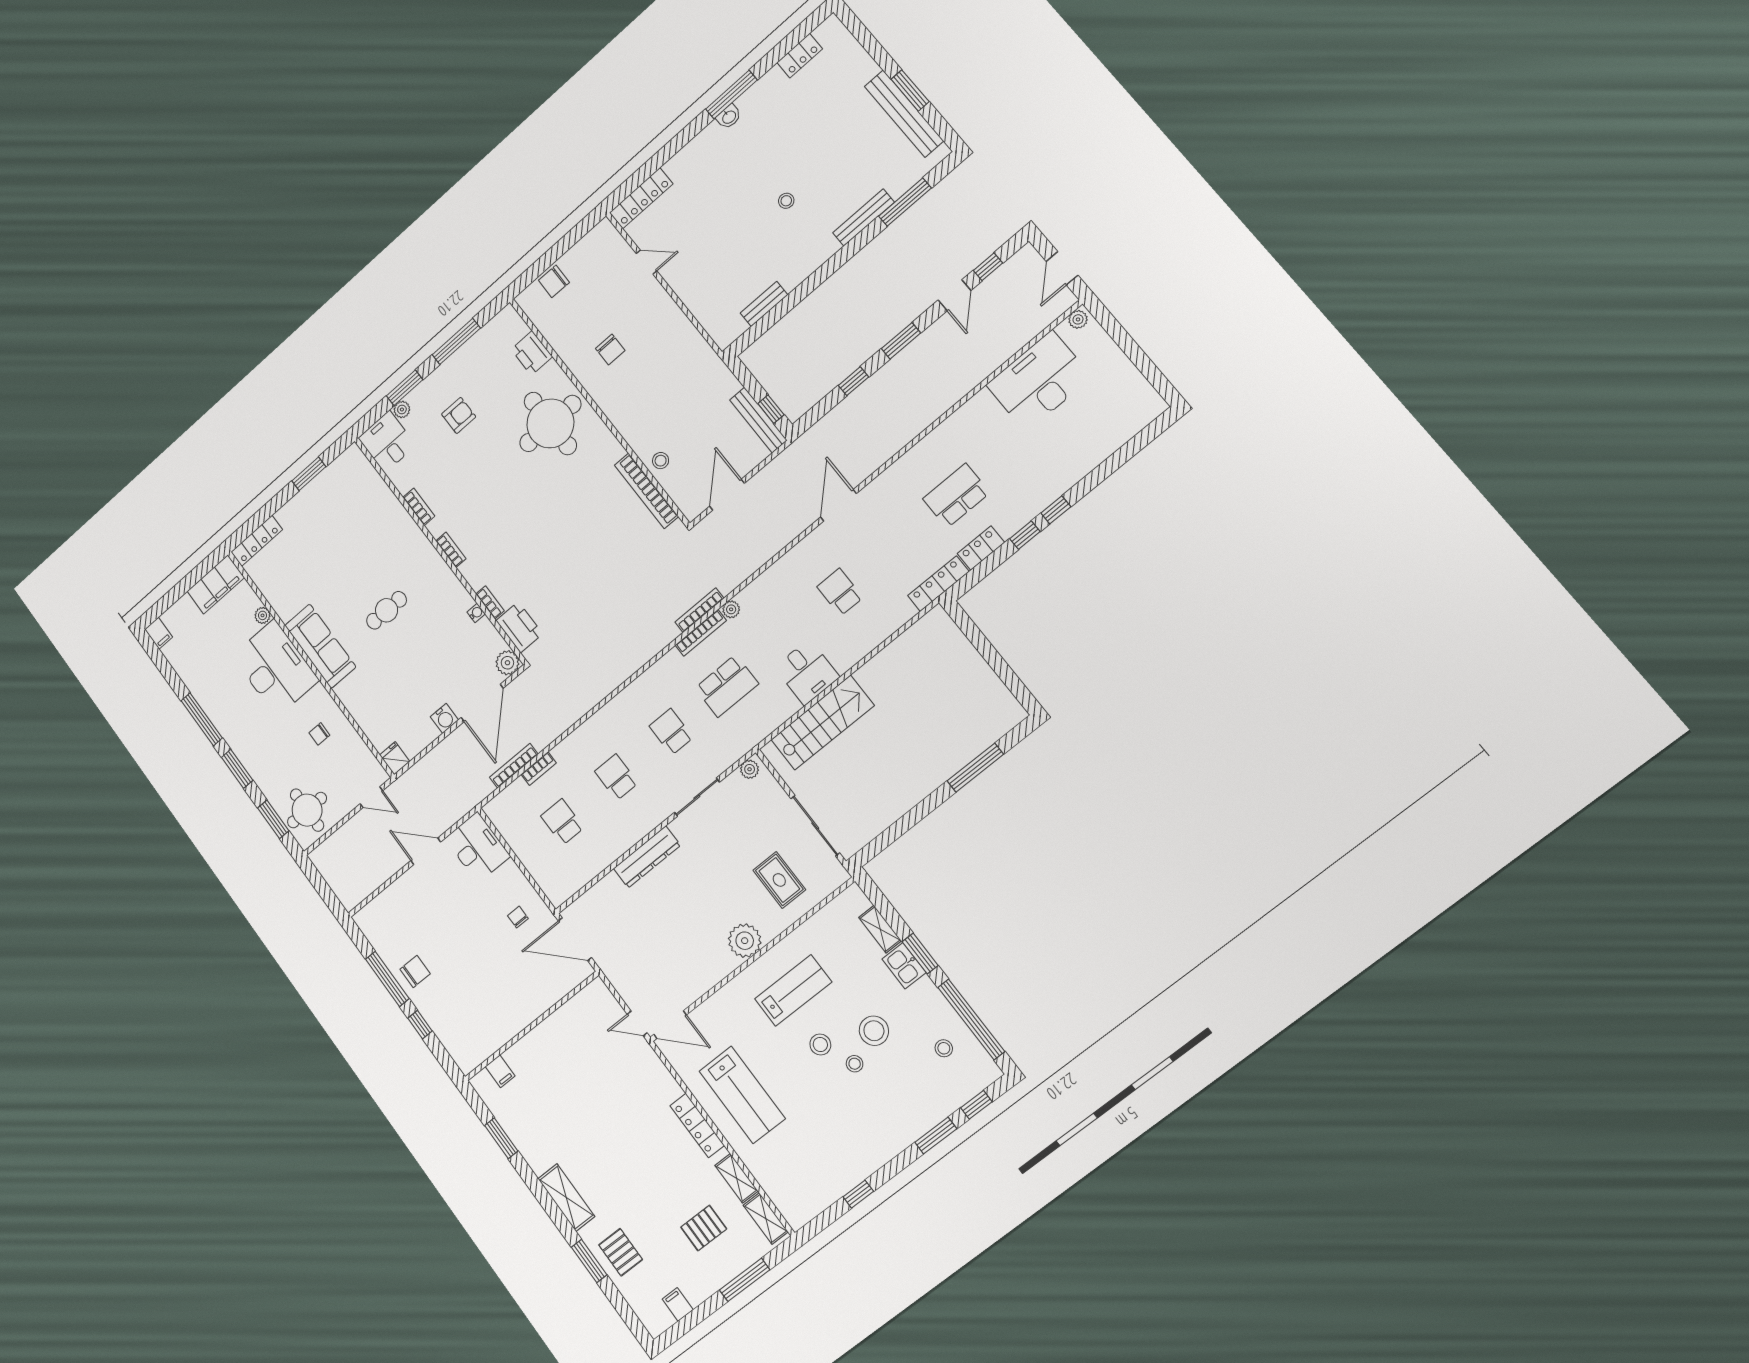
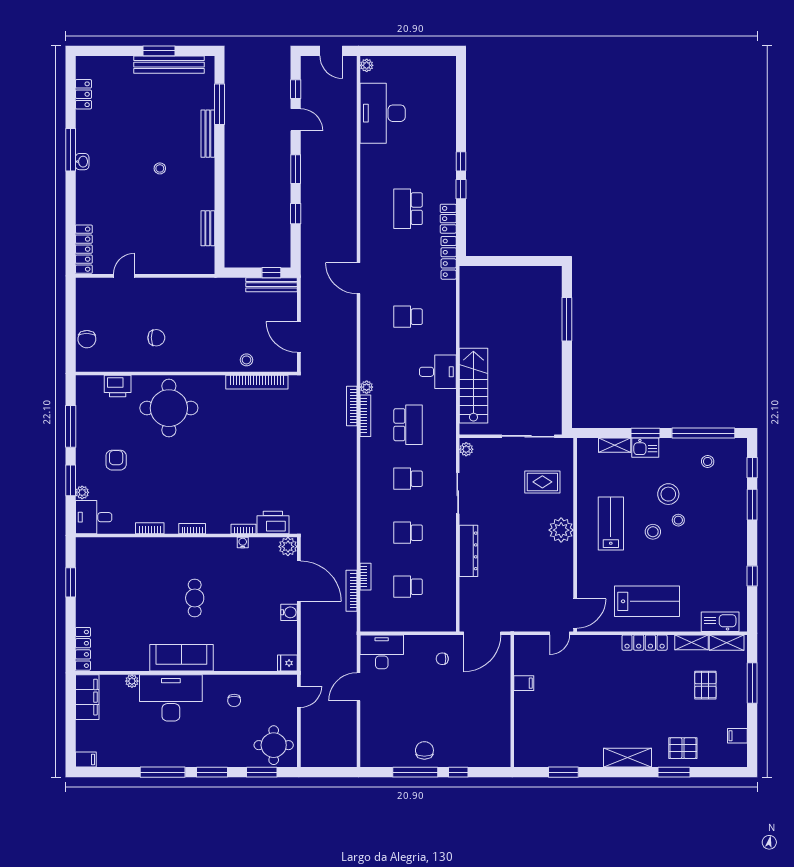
filing cabinet: (500, 1071) -> (524, 683), moved
kitchen sink: (782, 1194) -> (720, 622), added

